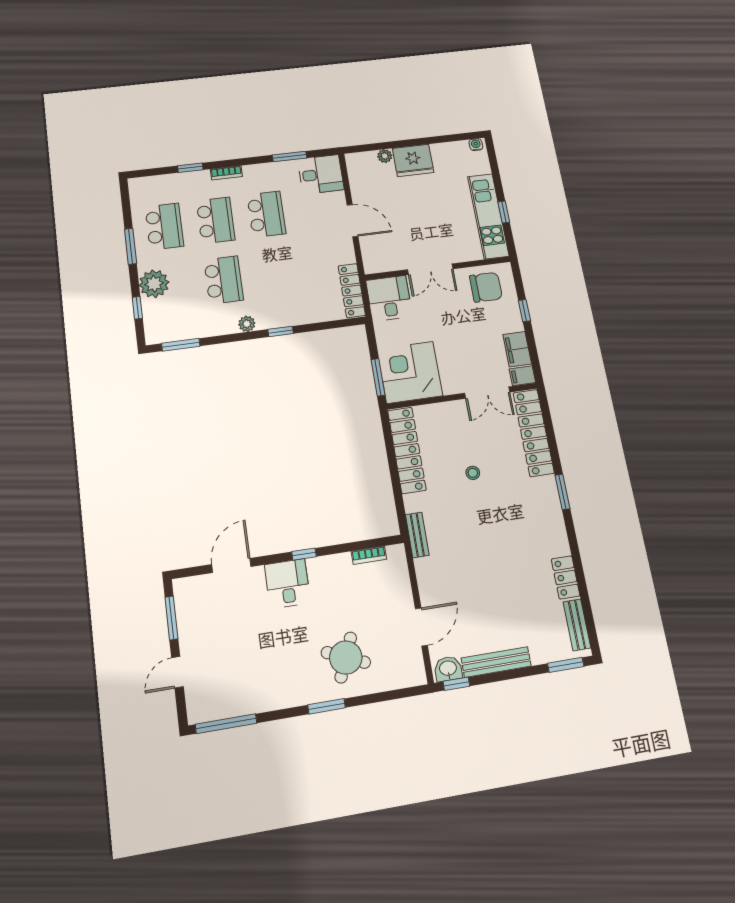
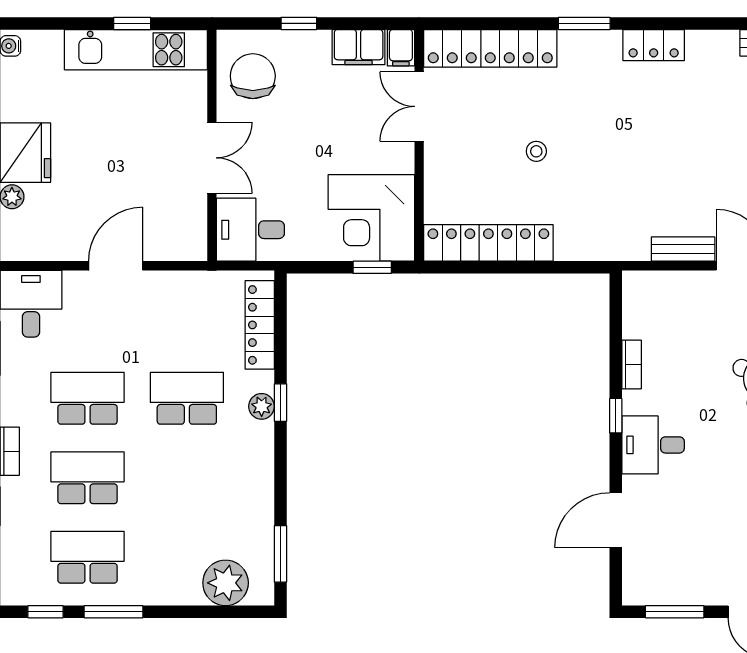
school desk: (224, 280) -> (187, 398), moved
plant: (154, 284) -> (226, 583), moved
locker: (352, 291) -> (260, 325), moved, turned 90
window: (137, 308) -> (46, 612), moved
plant: (247, 324) -> (262, 406), moved
window: (378, 377) -> (372, 267), width x0.67
double door: (487, 393) -> (419, 106), swing flipped
bench: (417, 535) -> (683, 249), moved
bookcase: (369, 555) -> (632, 365), moved
door: (231, 565) -> (616, 520), hinge flipped
locker: (566, 577) -> (654, 45), moved

